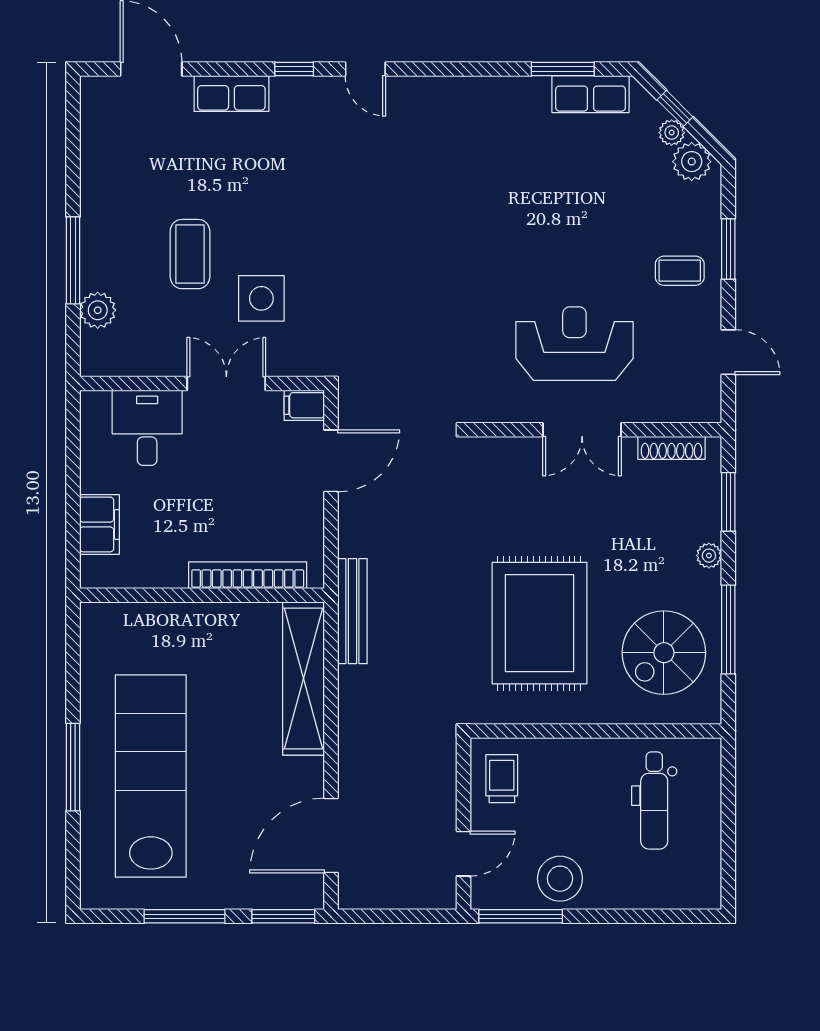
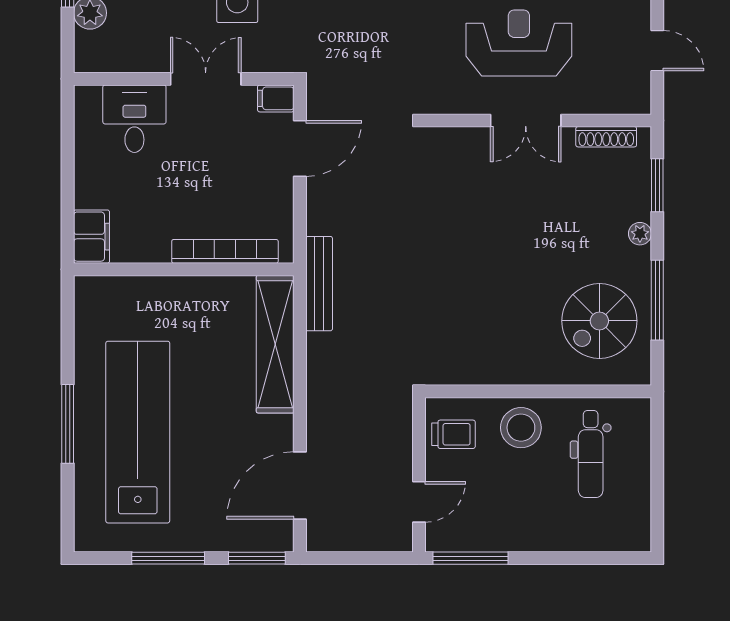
filing cabinet: (99, 524) -> (92, 237), moved
rug: (539, 623) -> (487, 294), removed
trolley: (502, 779) -> (454, 434), turned 90
stool: (560, 879) -> (521, 428), moved

